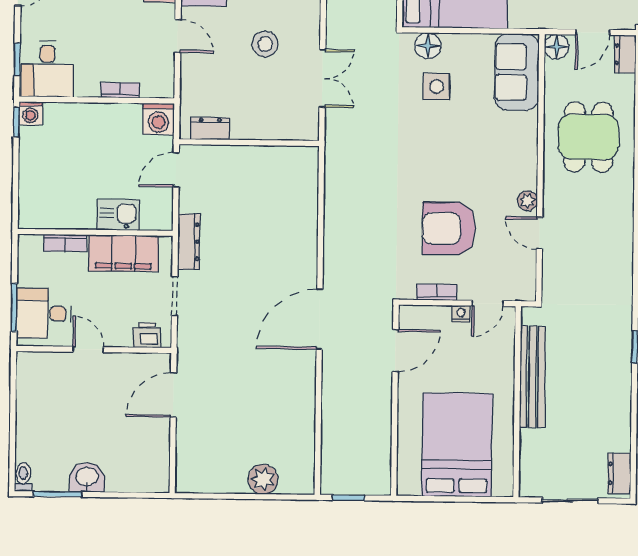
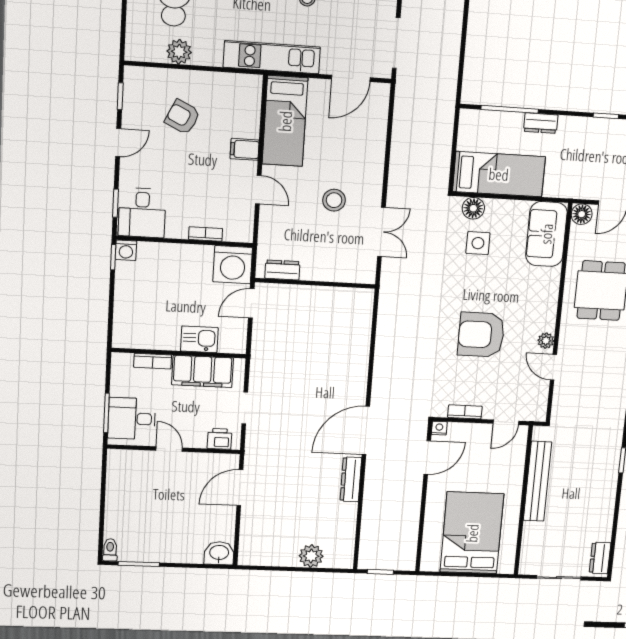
washing machine: (159, 119) -> (233, 265), width x1.37, depth x1.37
armchair: (449, 229) -> (481, 335), moved
dresser: (189, 242) -> (351, 479), moved, turned 180
nightstand: (461, 314) -> (439, 428), moved
washbasin: (87, 477) -> (219, 553), moved

